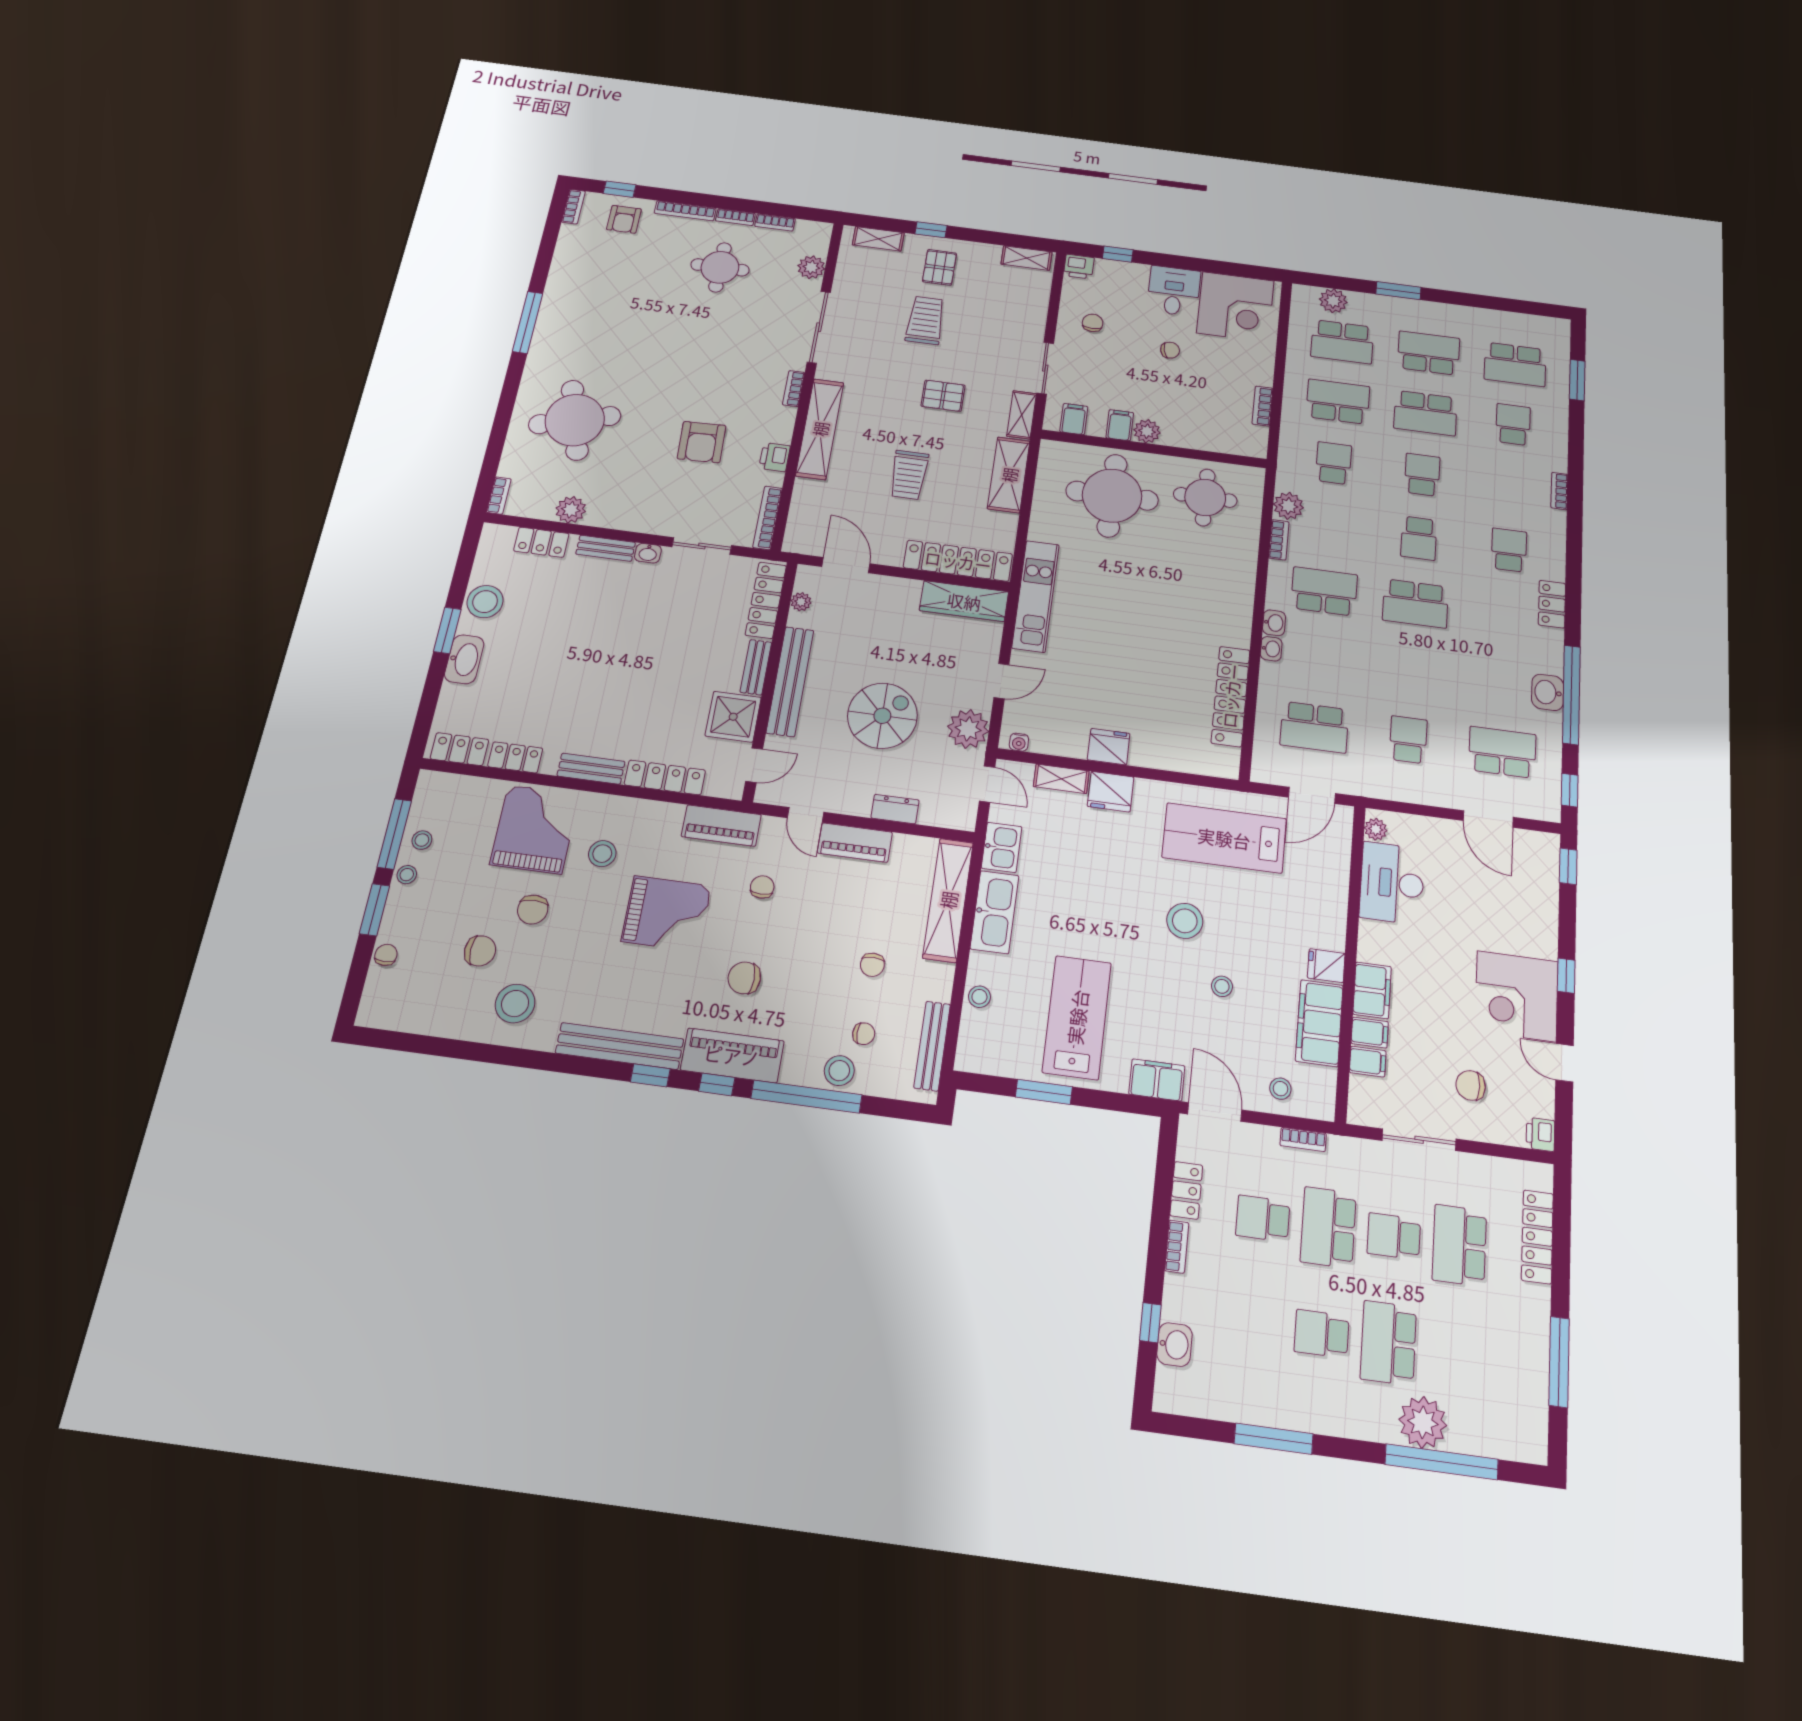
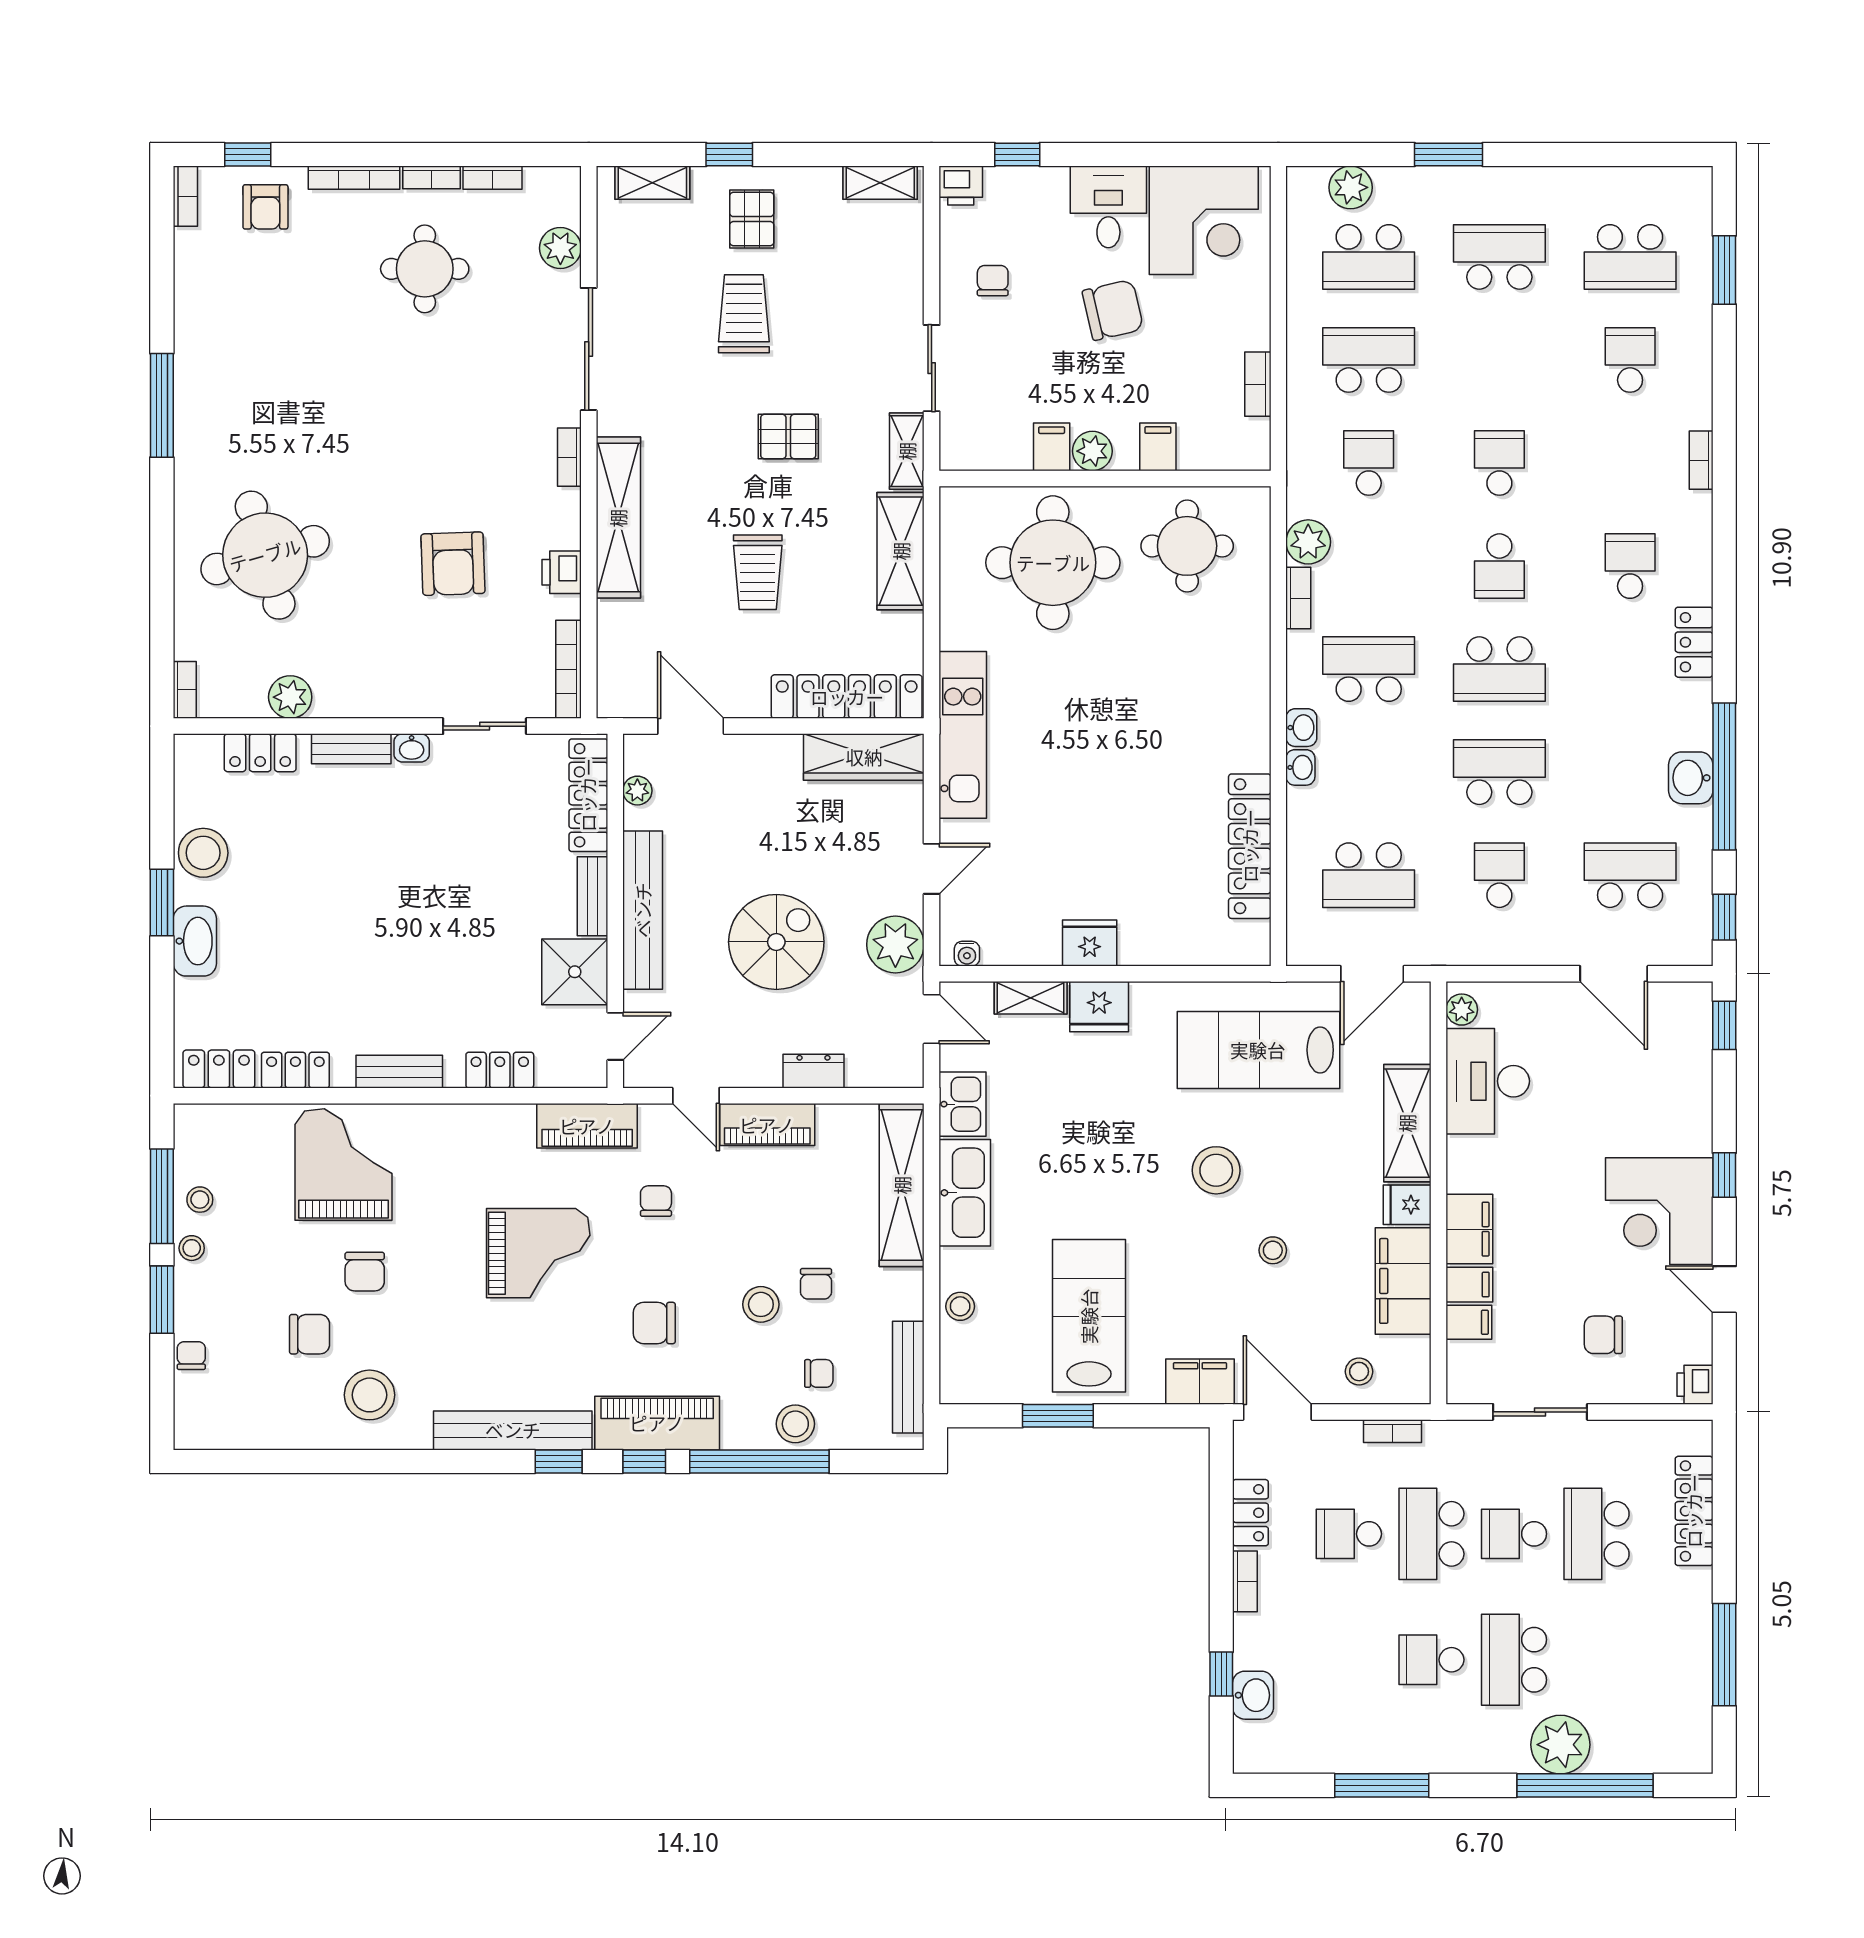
chair: (1170, 350) -> (1113, 310), width x1.87, depth x1.87
school desk: (1425, 413) -> (1499, 772), moved, turned 180
filing cabinet: (1074, 419) -> (1158, 447), moved
locker: (665, 777) -> (500, 1070), width x0.66
stool: (602, 854) -> (761, 1304), moved
shelving: (1330, 905) -> (1407, 1123), added

